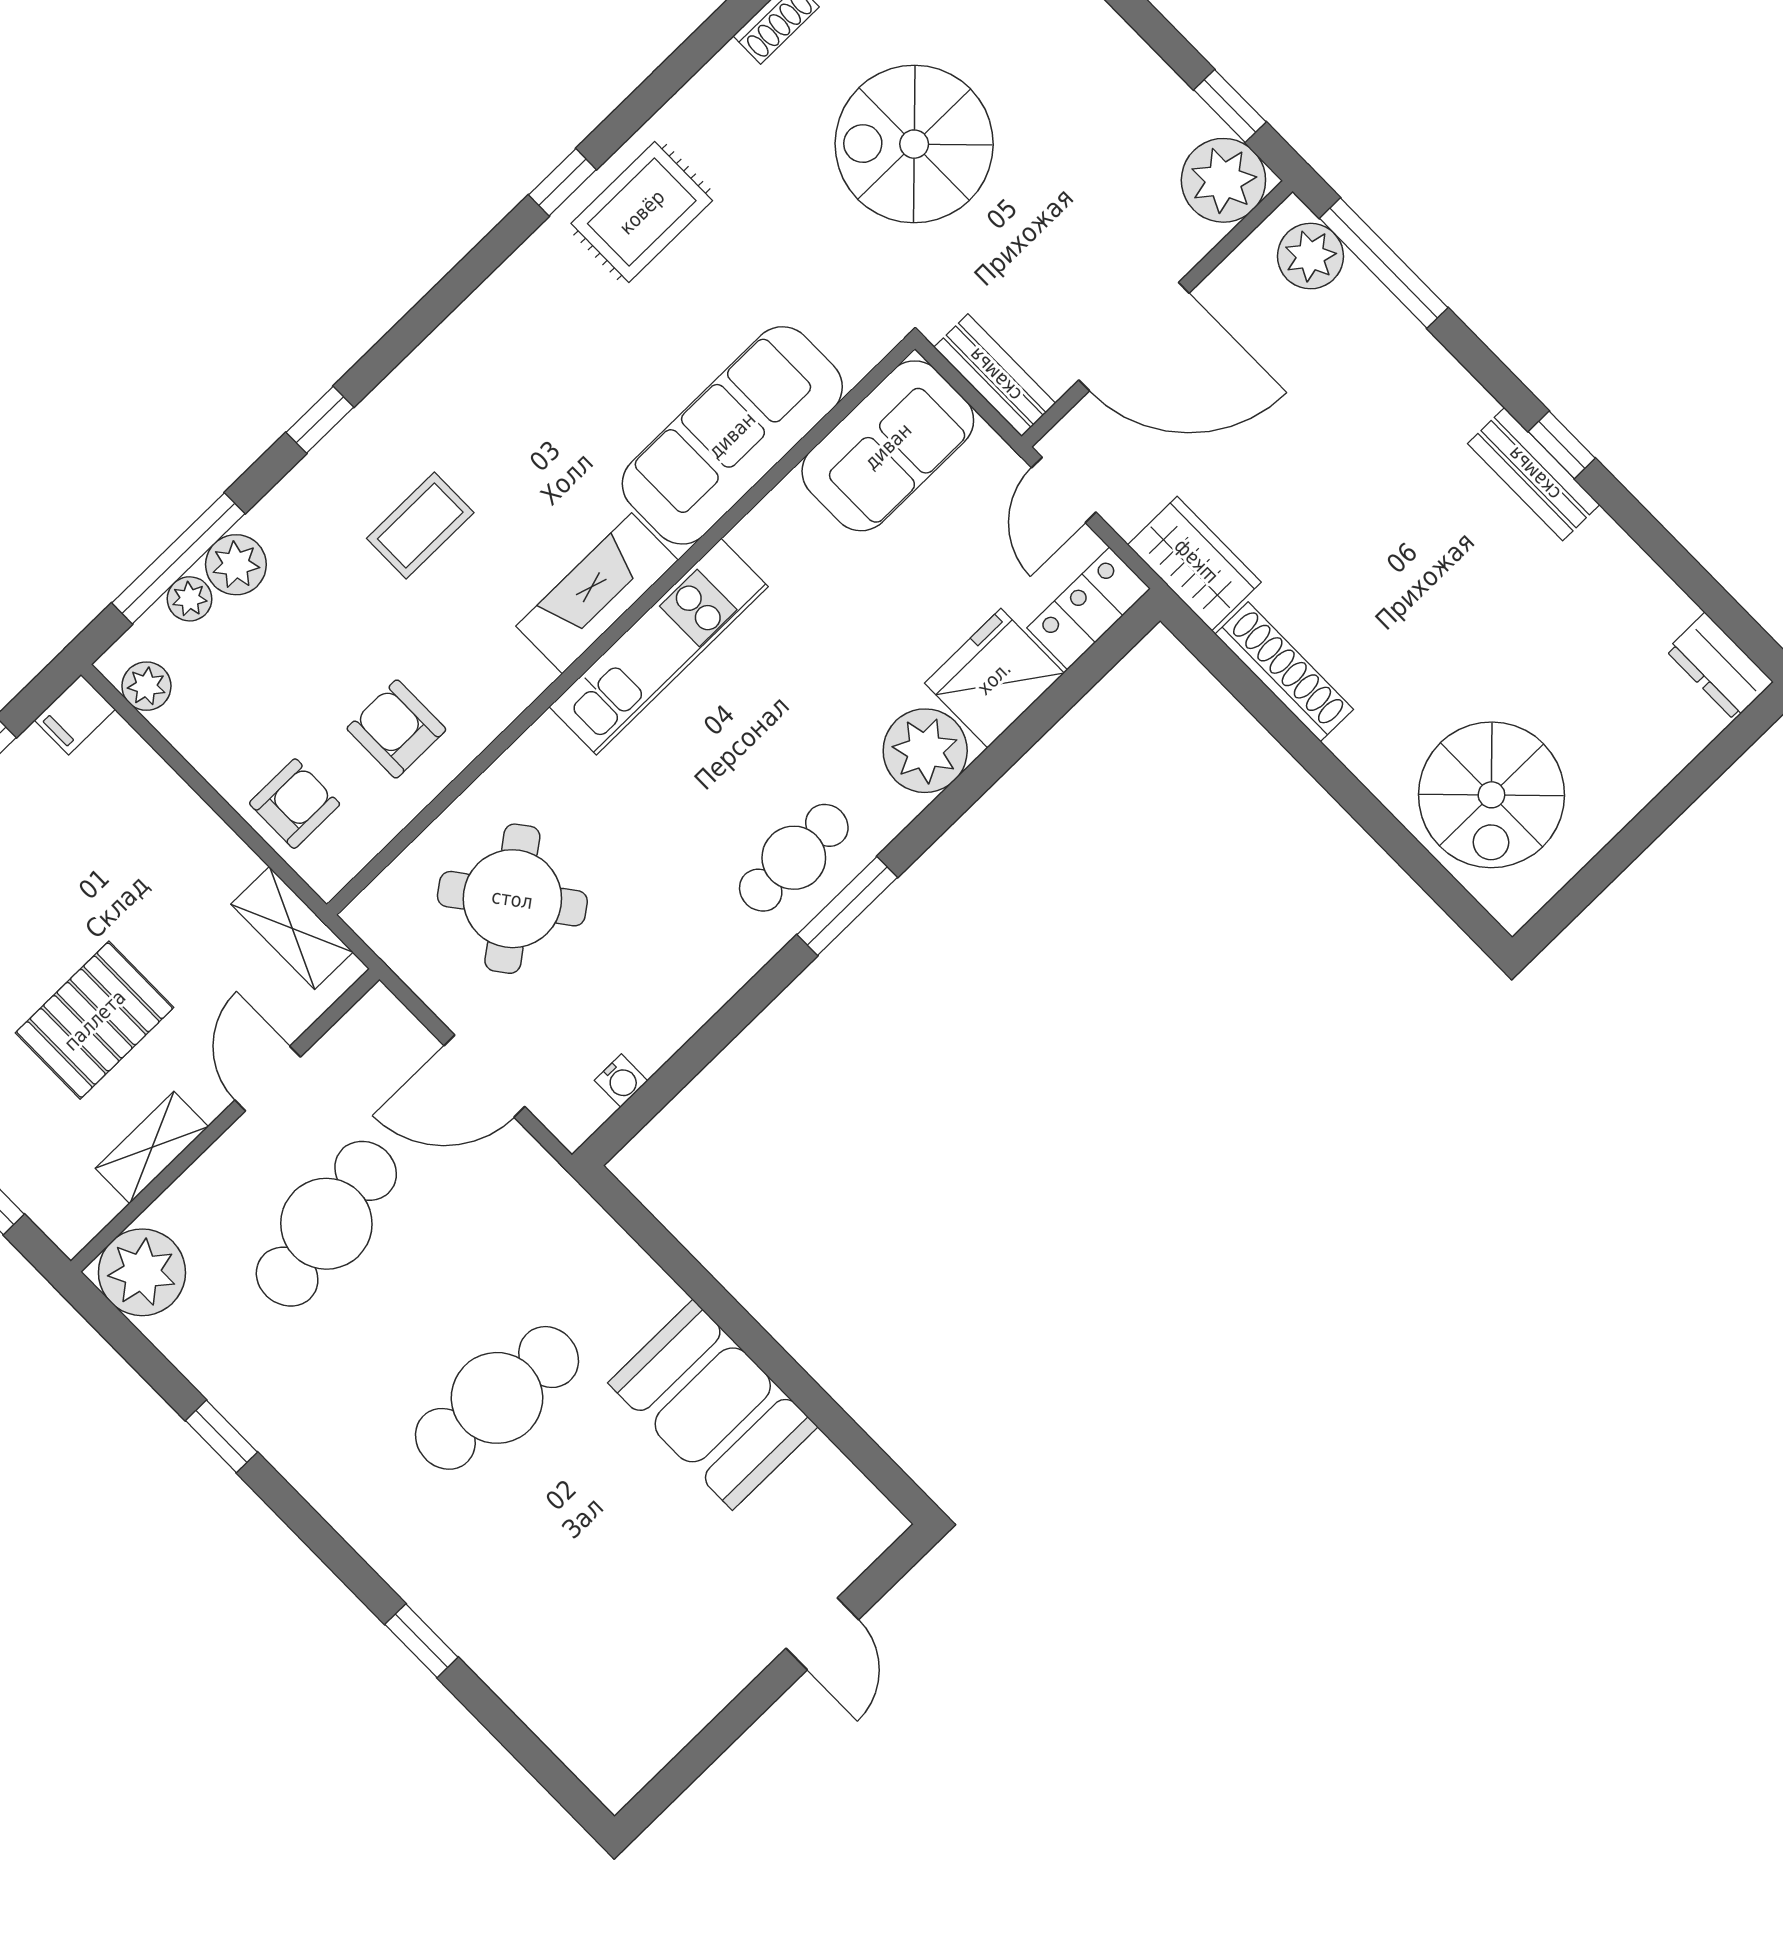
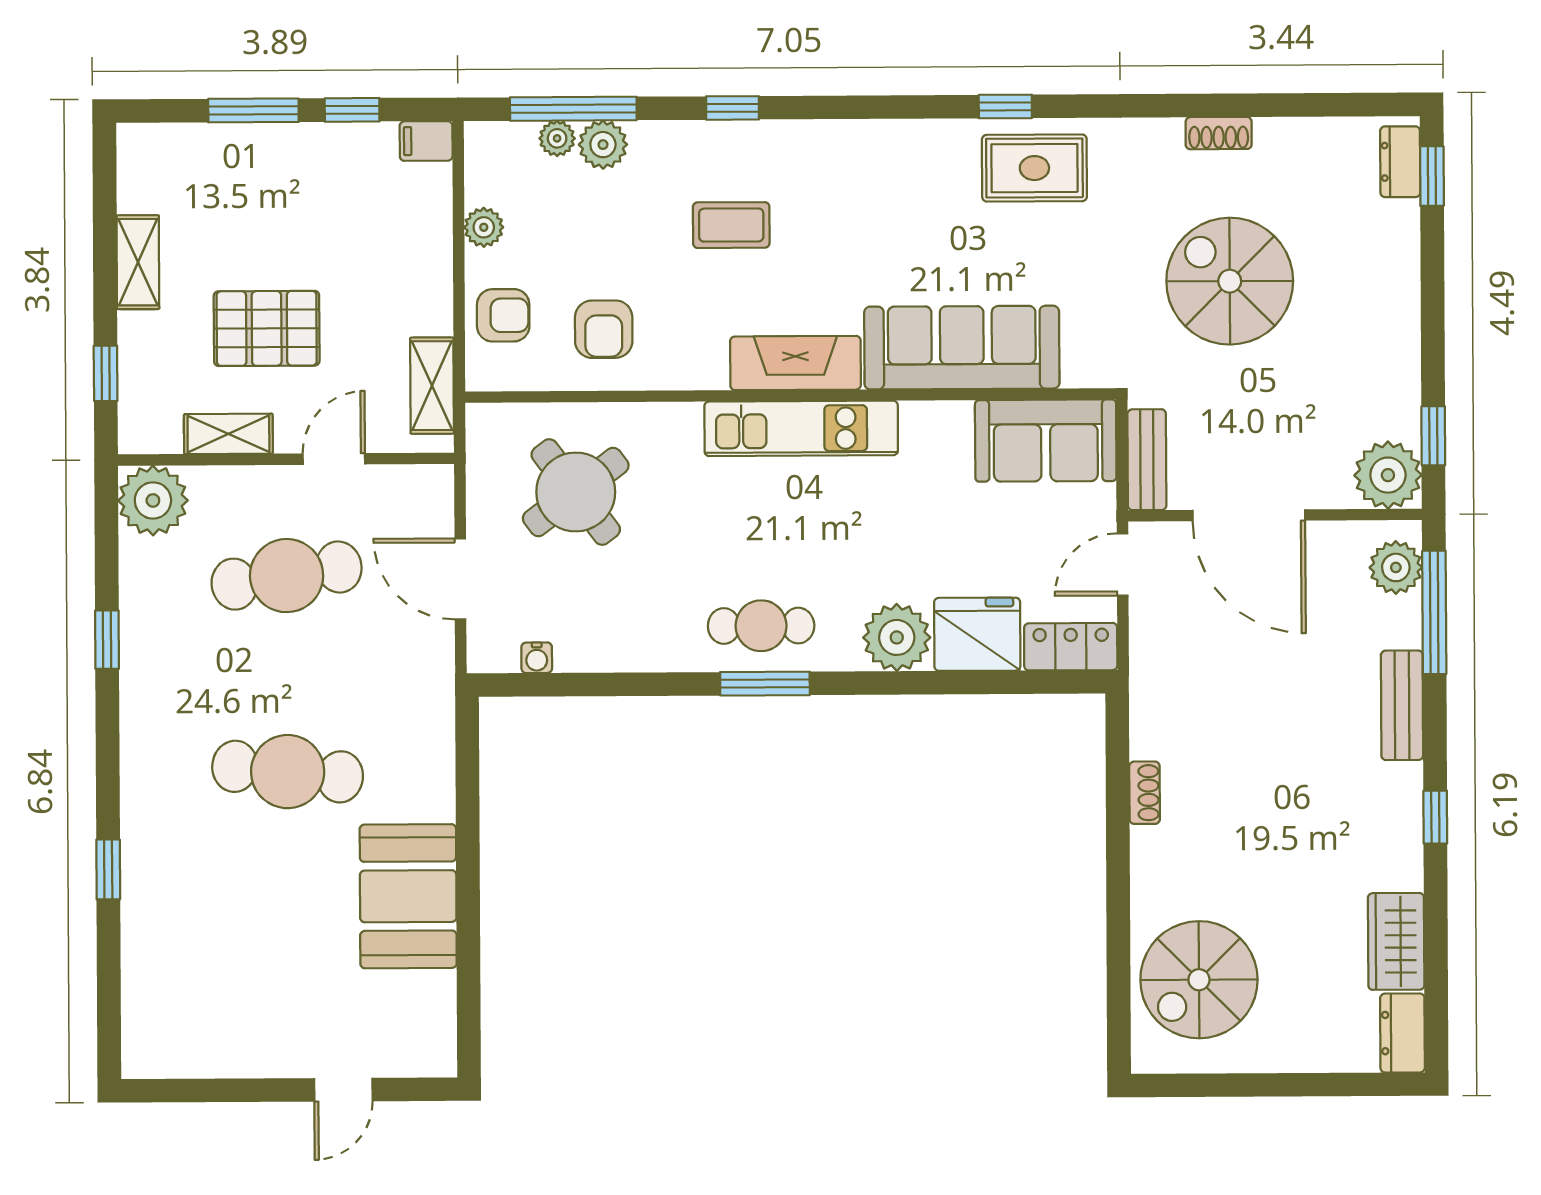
bench: (1534, 474) -> (1402, 705), moved
wardrobe: (1194, 563) -> (1396, 941), moved, turned 180
shoe rack: (1284, 672) -> (1145, 793), width x0.51, depth x0.81
plant: (146, 686) -> (484, 227), moved
armchair: (396, 729) -> (604, 329), turned 180

